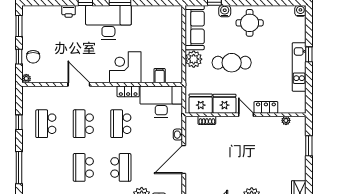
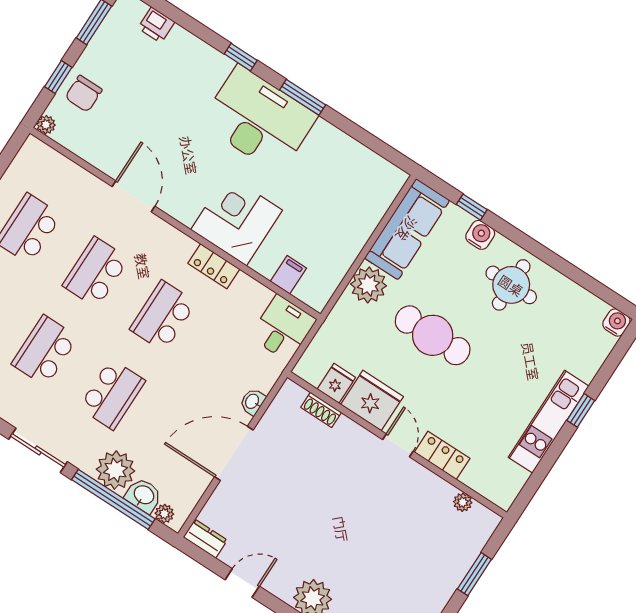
printer: (69, 11) -> (156, 25), moved
desk: (161, 102) -> (283, 328), width x0.53, depth x0.77
fridge: (201, 104) -> (336, 383), width x0.53, depth x0.75

